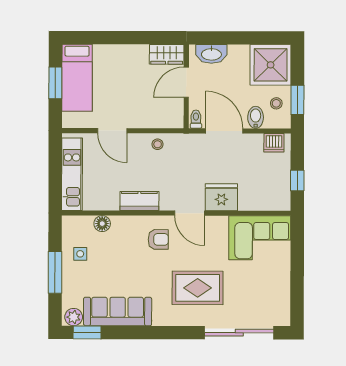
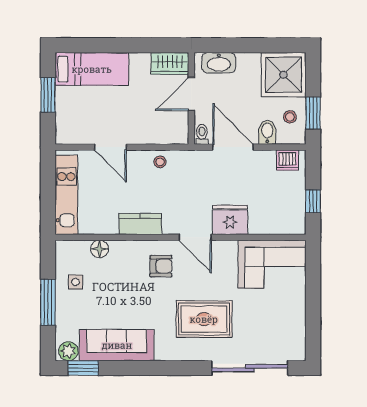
bed: (77, 78) -> (92, 69), moved, turned -90

